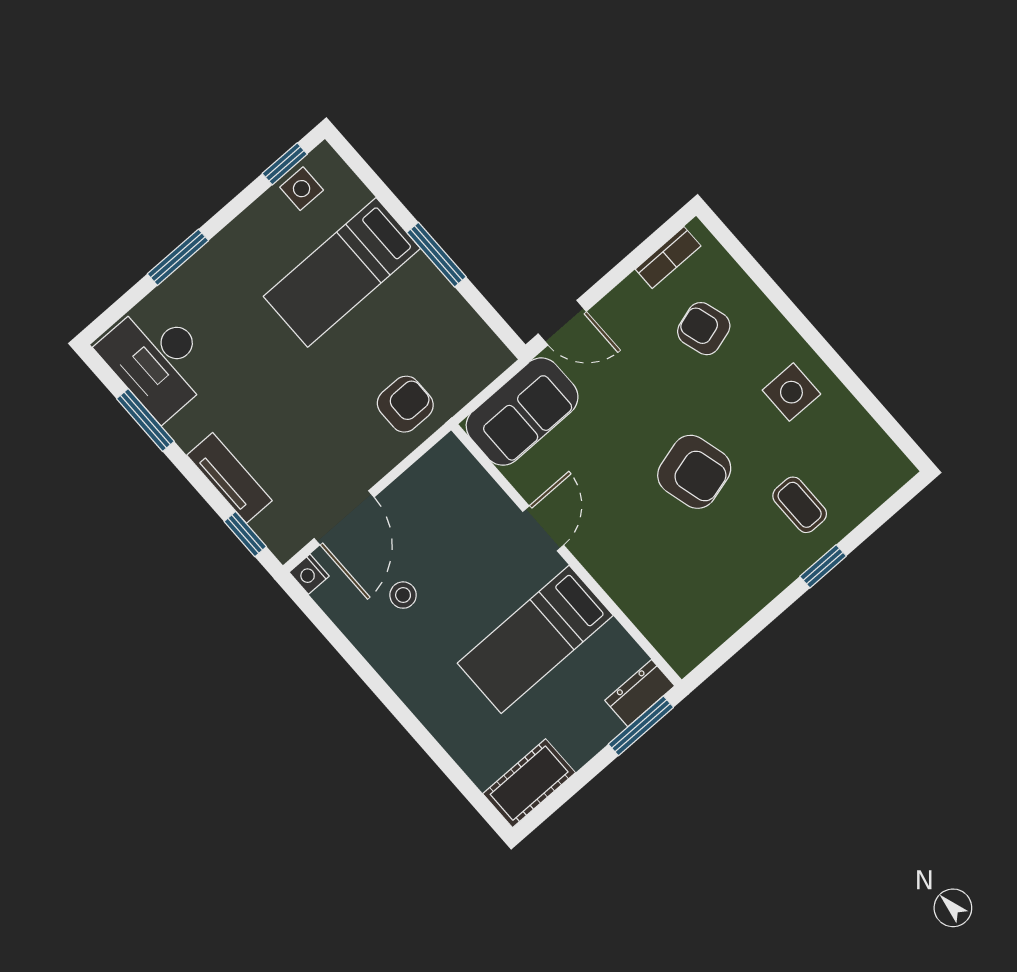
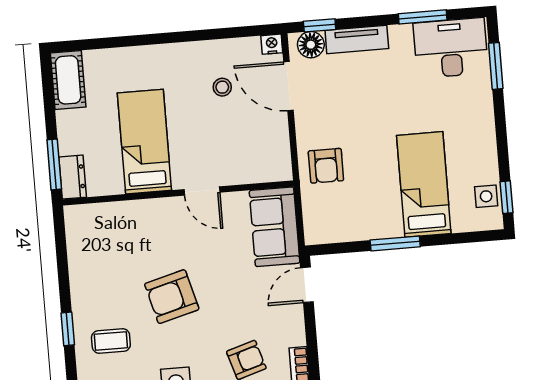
window: (178, 257) -> (496, 66), moved
floor lamp: (276, 528) -> (311, 45), added

